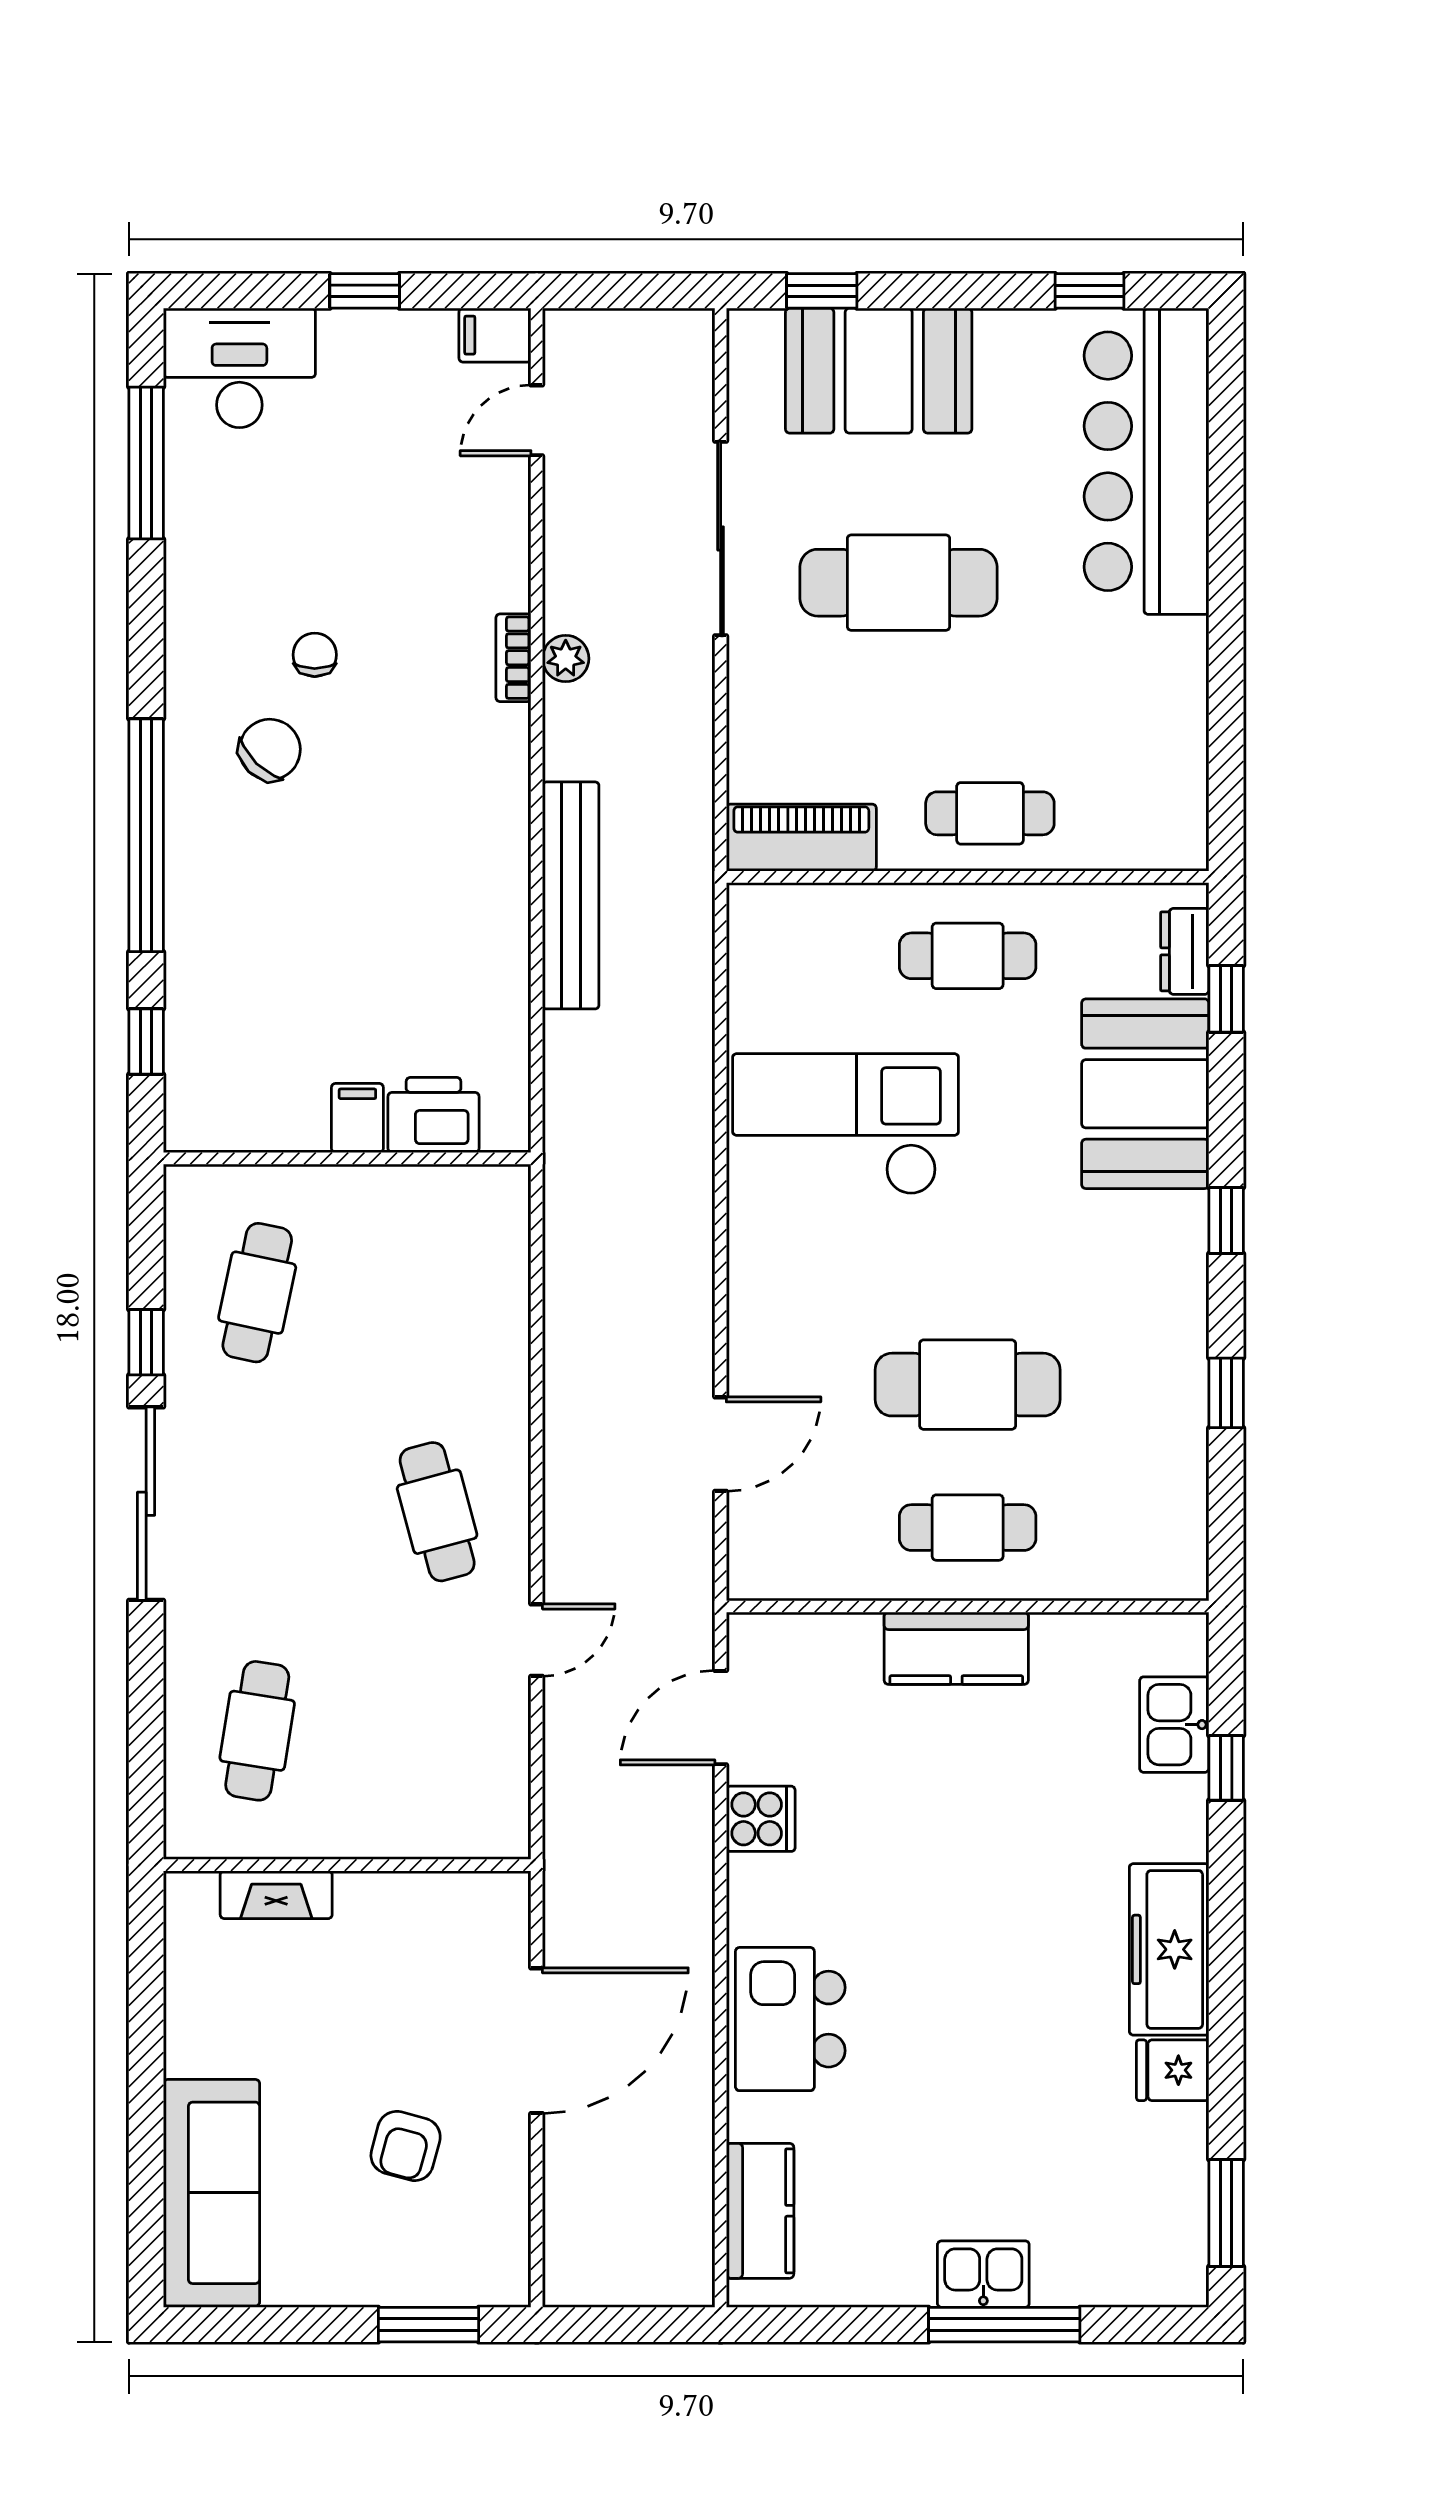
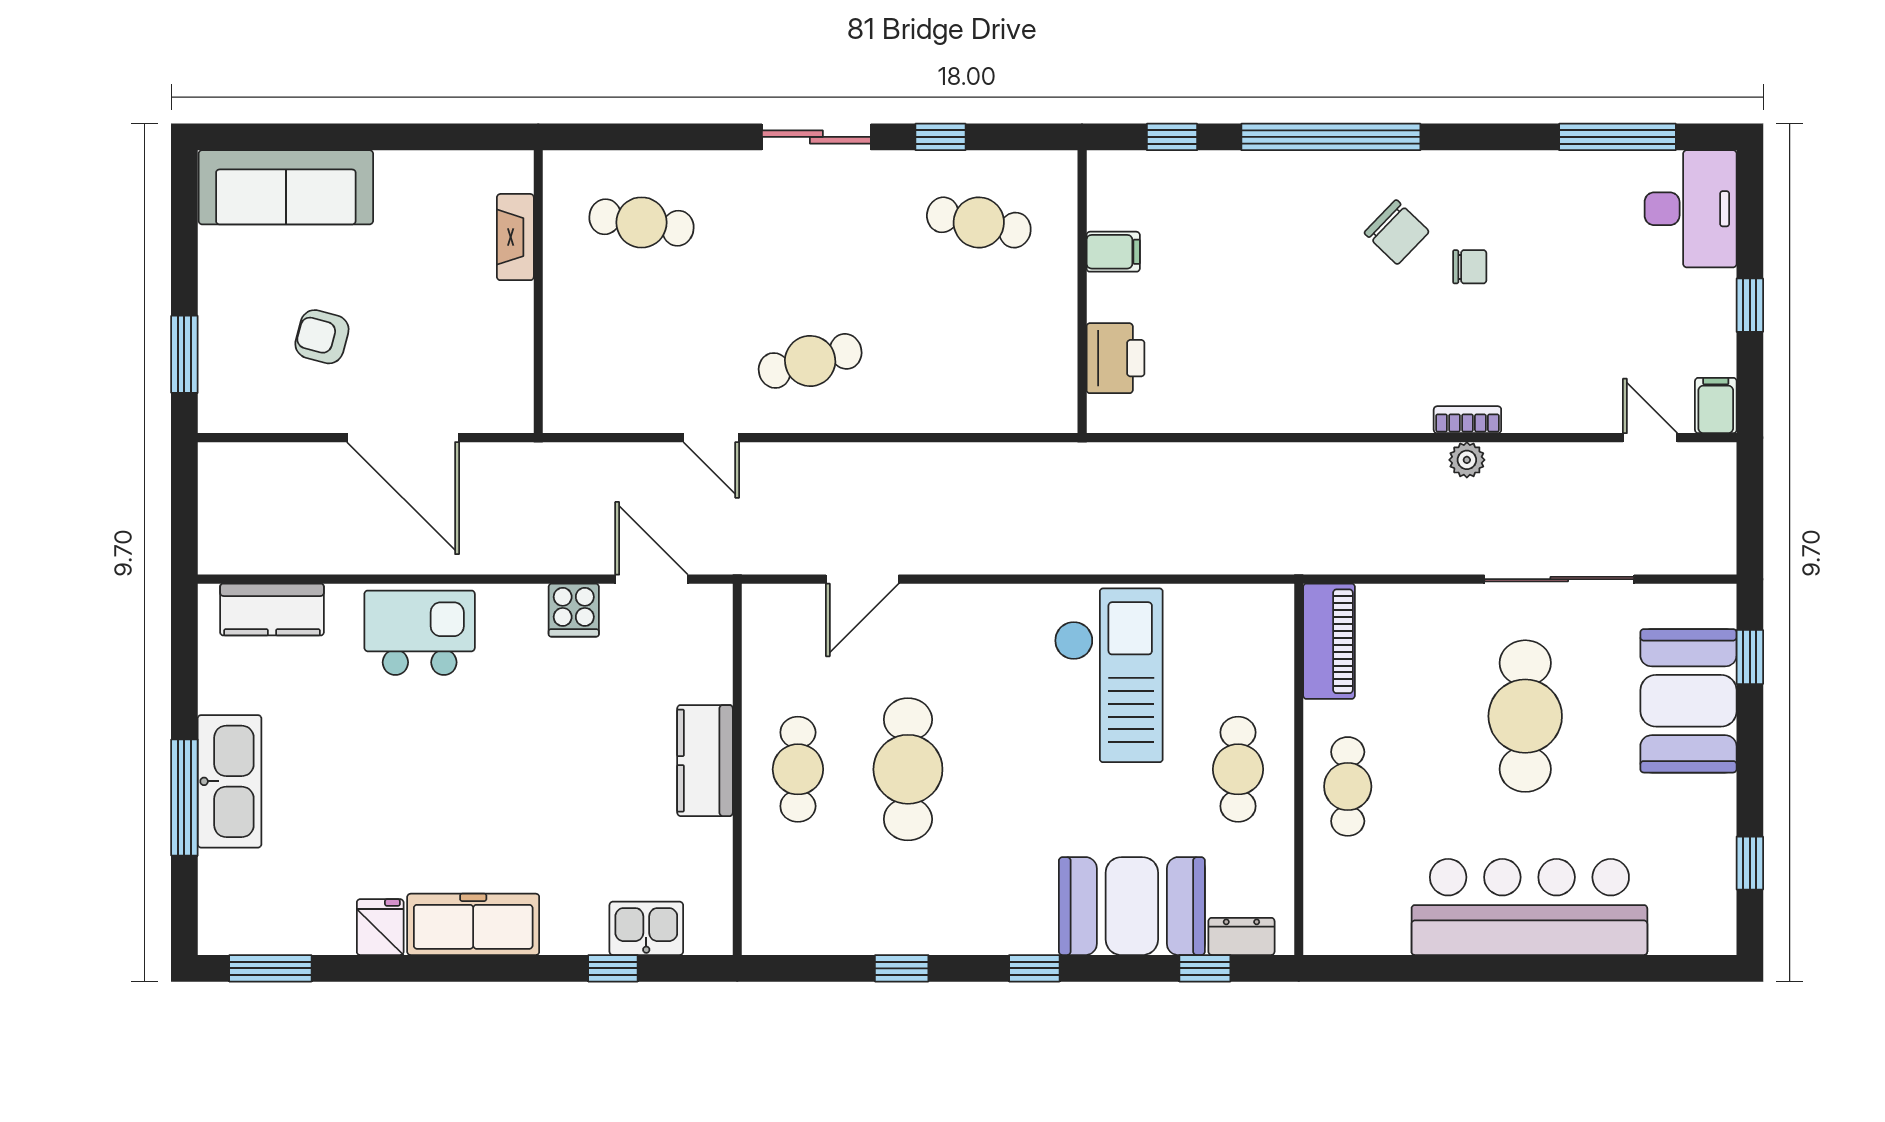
bar counter: (1147, 461) -> (1529, 907), moved
bench: (571, 895) -> (1285, 464), removed
filing cabinet: (357, 1118) -> (1113, 252), moved
door: (721, 1444) -> (862, 579), hinge flipped
sliding door: (146, 1504) -> (816, 137), width x0.73
kitchen sink: (983, 2274) -> (229, 781), width x1.88, depth x1.24

